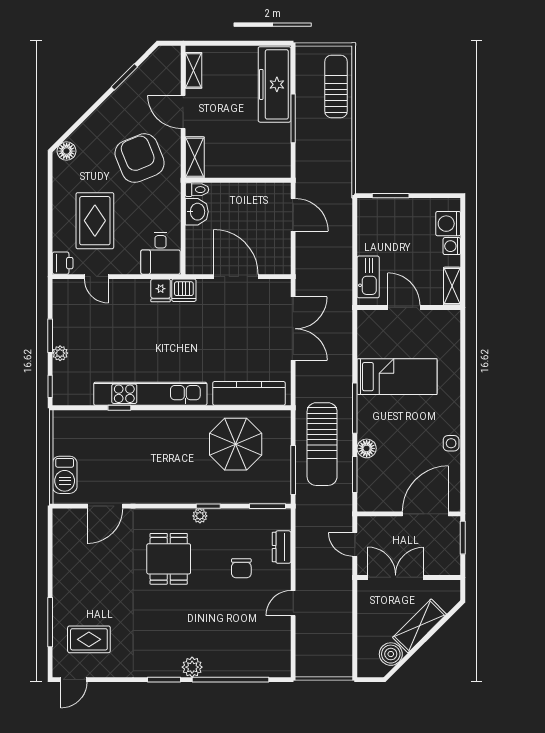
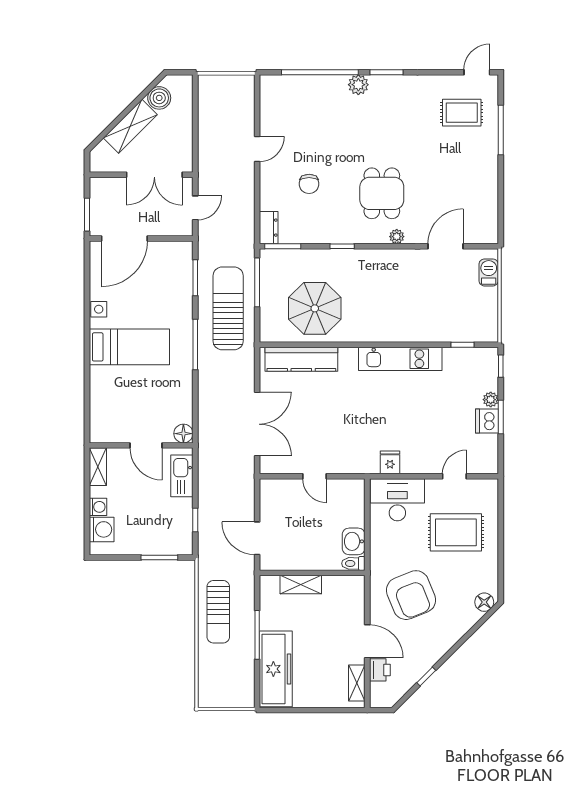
window: (124, 77) -> (426, 677), width x0.67
sun lounger: (336, 86) -> (218, 612), moved
shelving: (195, 157) -> (301, 585), moved, turned 90
rug: (95, 221) -> (456, 532), turned 90
window: (355, 233) -> (195, 520), added
desk: (161, 253) -> (397, 500), width x1.37
printer: (63, 263) -> (380, 670), moved, turned 180
door: (96, 277) -> (454, 476), hinge flipped
door: (236, 277) -> (315, 476), width x0.53
dishwasher: (184, 290) -> (487, 421), moved, turned -90
double door: (293, 329) -> (257, 424), swing flipped
bed: (397, 377) -> (129, 347), moved, turned 180
kitchen unit: (150, 394) -> (400, 359), width x0.73
window: (119, 408) -> (463, 345), moved
floor lamp: (367, 448) -> (183, 434), moved
barbecue: (65, 475) -> (489, 272), width x0.73, depth x0.79
plant: (200, 516) -> (397, 237), moved
door: (355, 544) -> (195, 208), hinge flipped
dresser: (282, 547) -> (269, 228), moved
chair: (241, 568) -> (309, 184), turned 180

